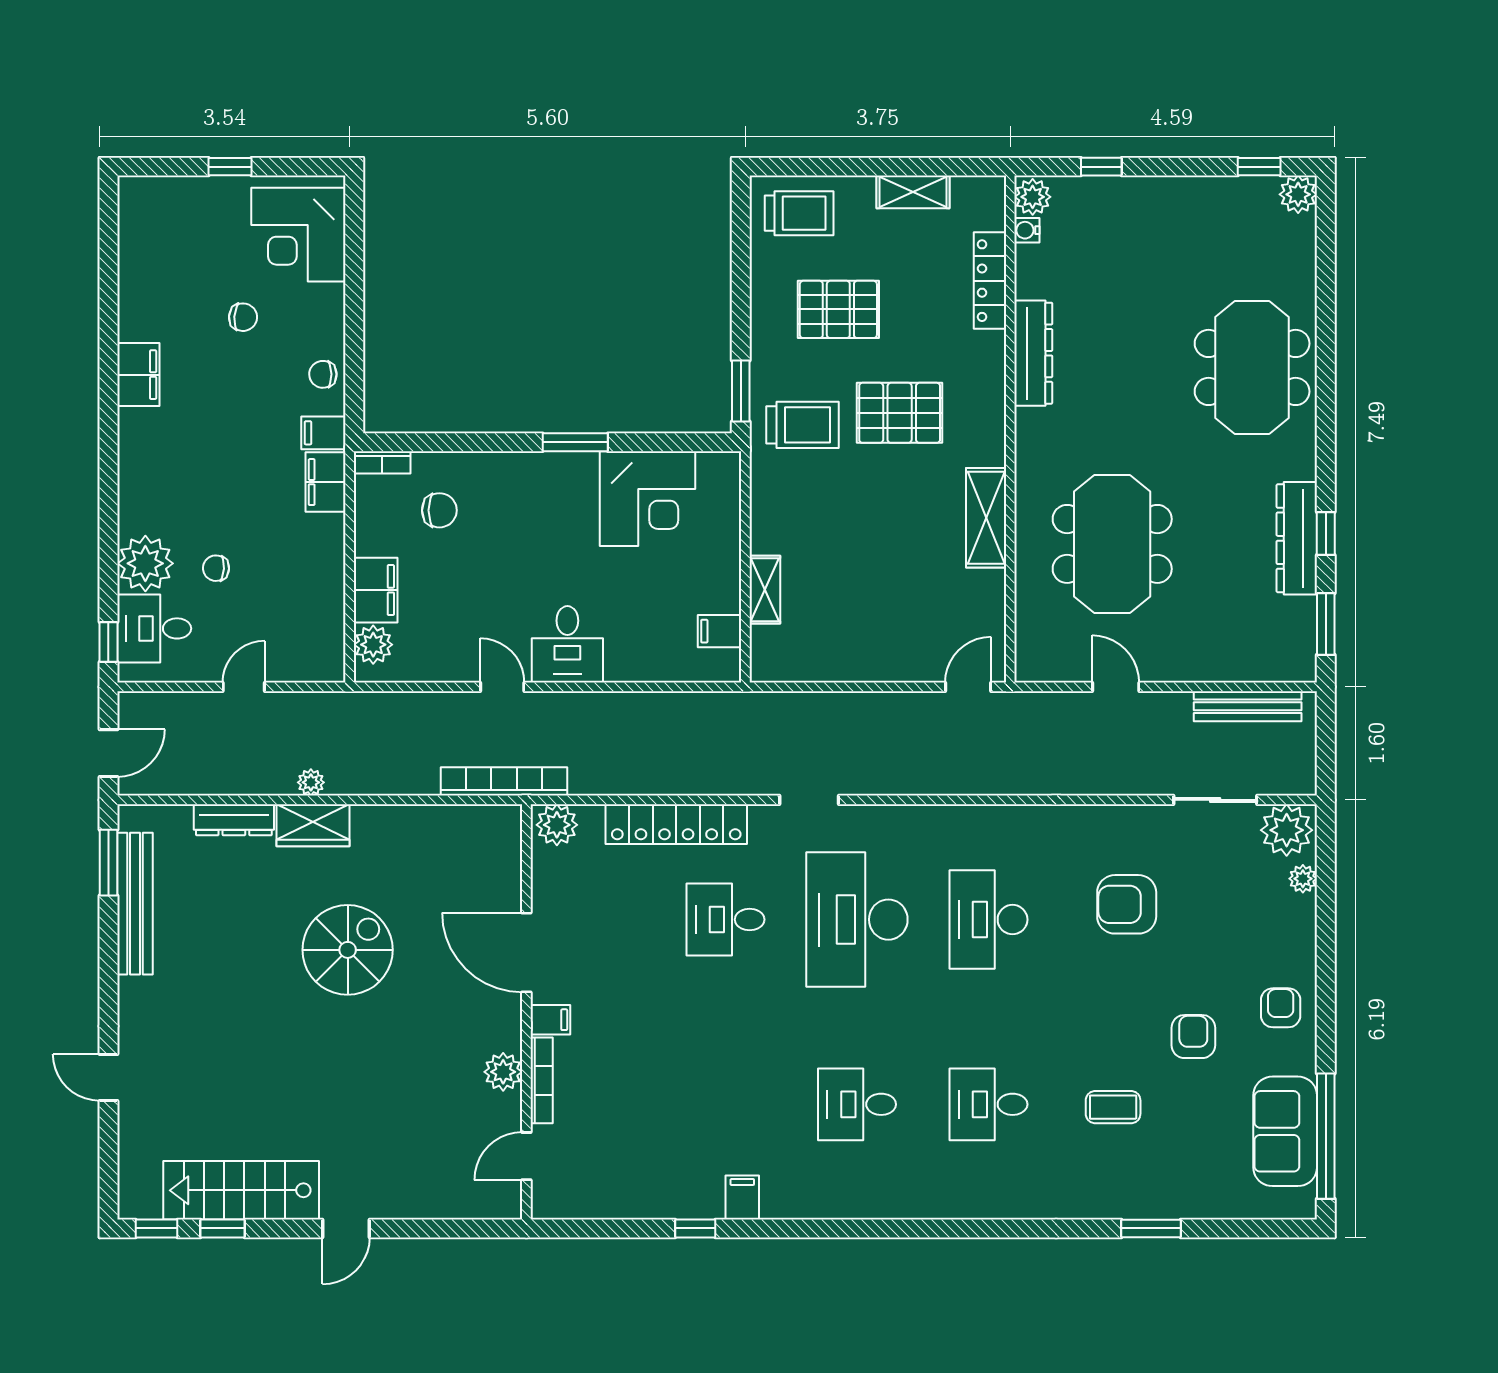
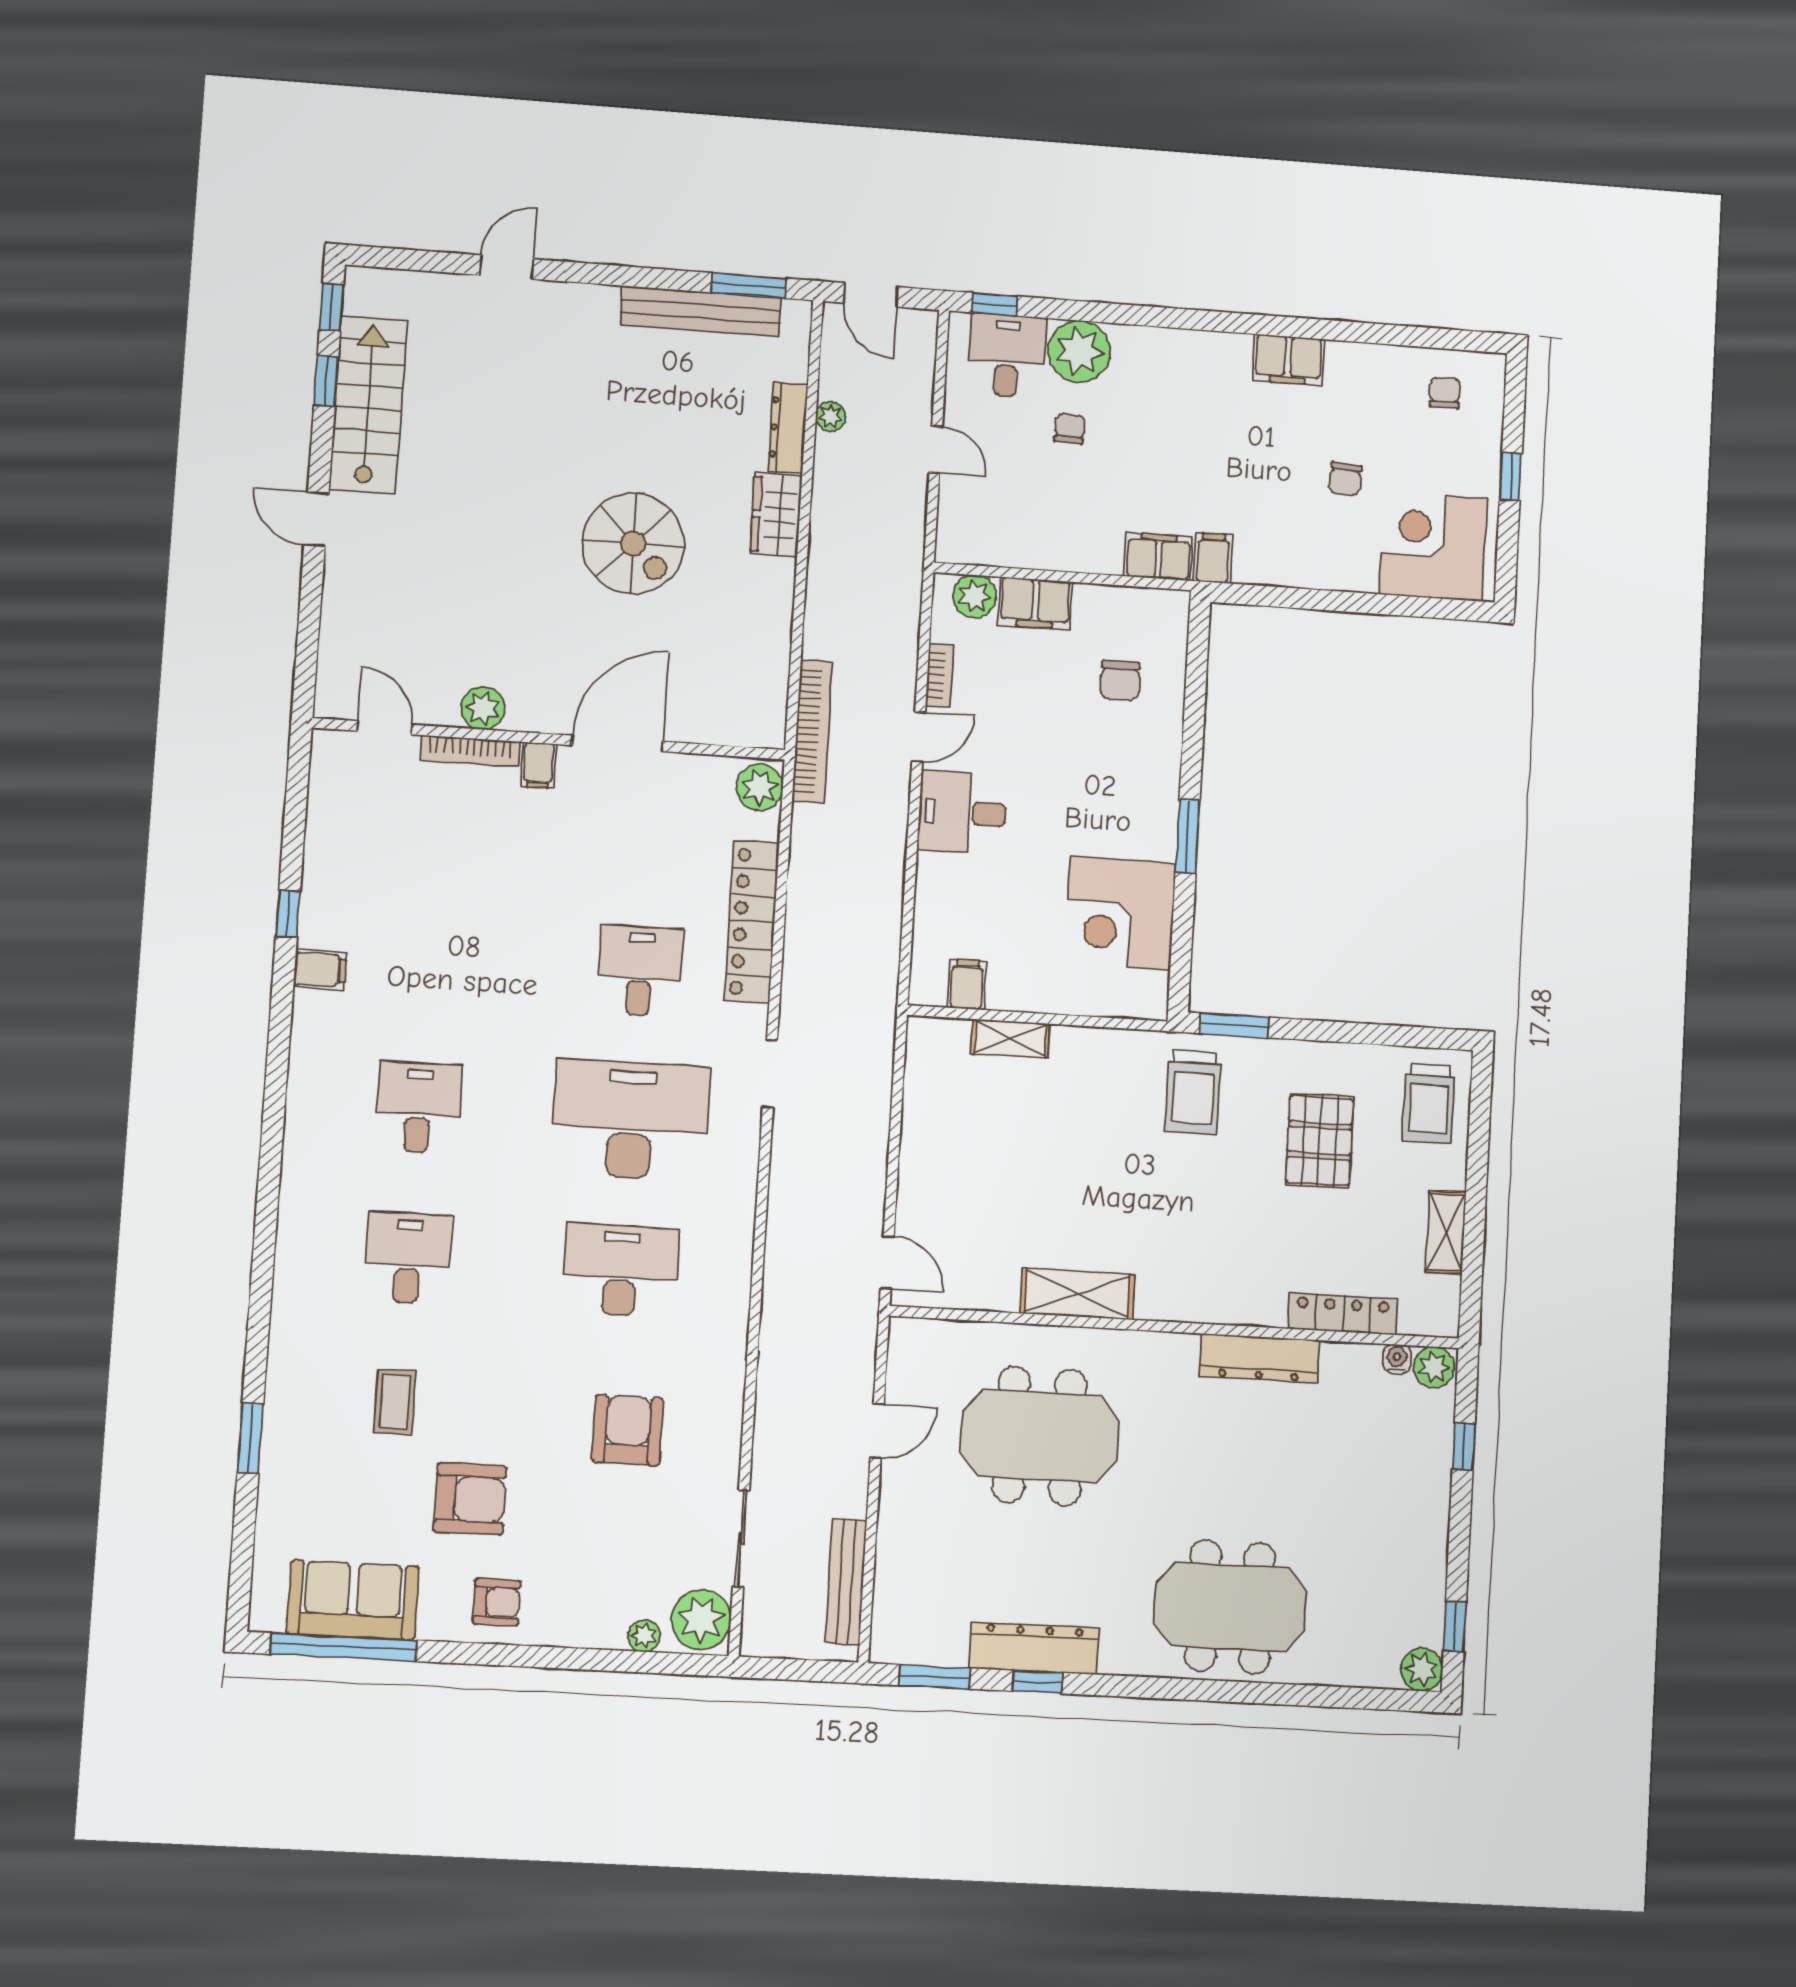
chair: (323, 374) -> (1445, 393), moved
pallet: (900, 413) -> (1201, 1203), removed
bookcase: (382, 462) -> (940, 676), moved, turned 180
plant: (311, 782) -> (831, 416), moved
armchair: (1193, 1037) -> (470, 1499), width x1.38, depth x1.38

